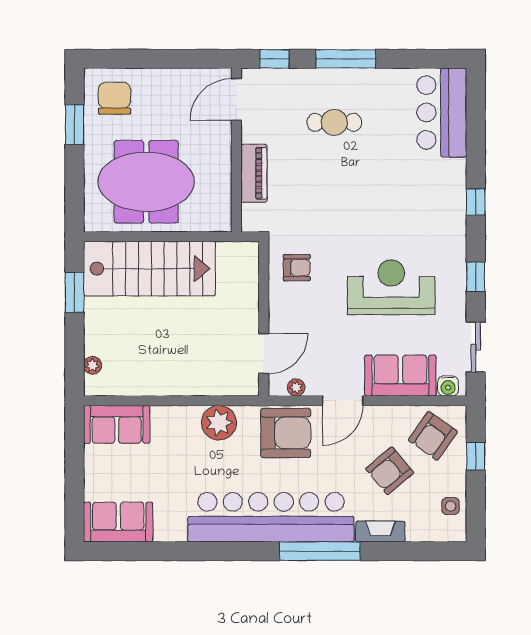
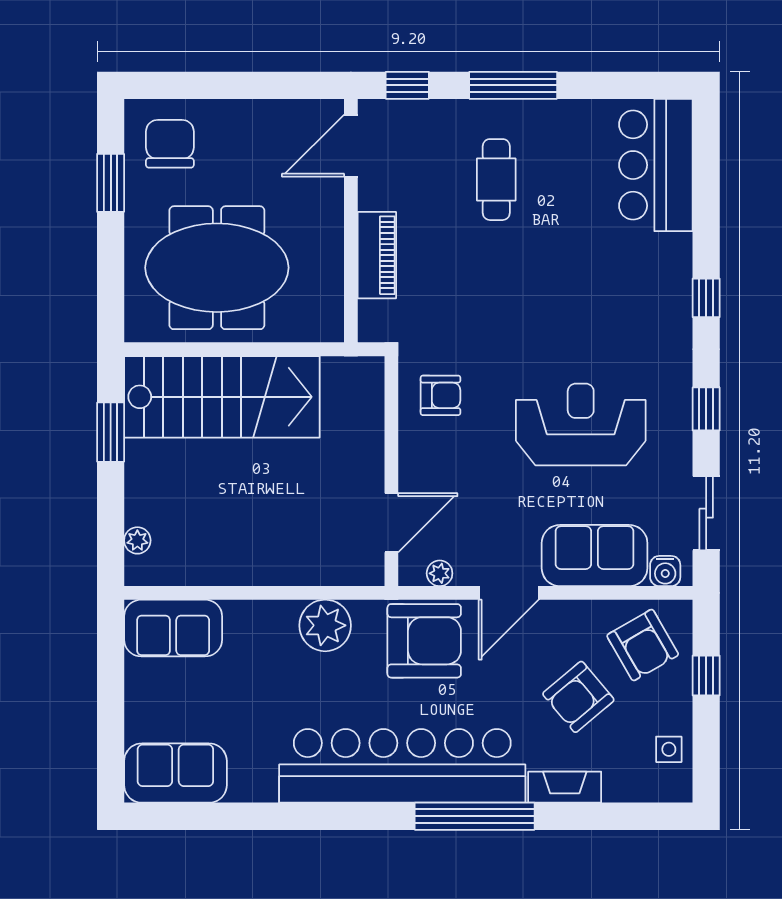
cafe table: (334, 122) -> (496, 180), turned 90
armchair: (433, 436) -> (643, 645), turned -65

